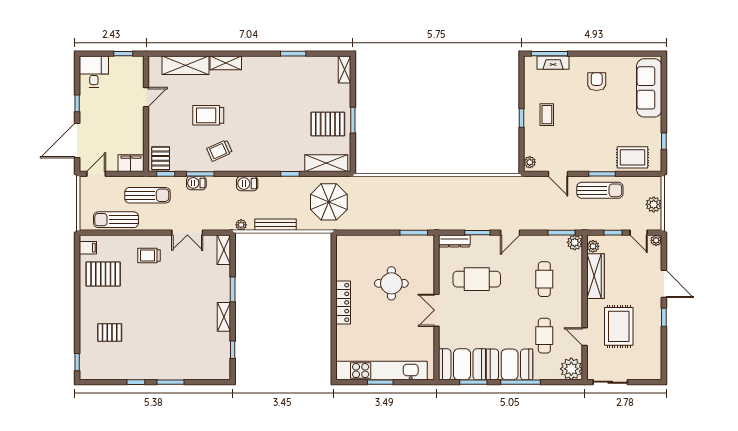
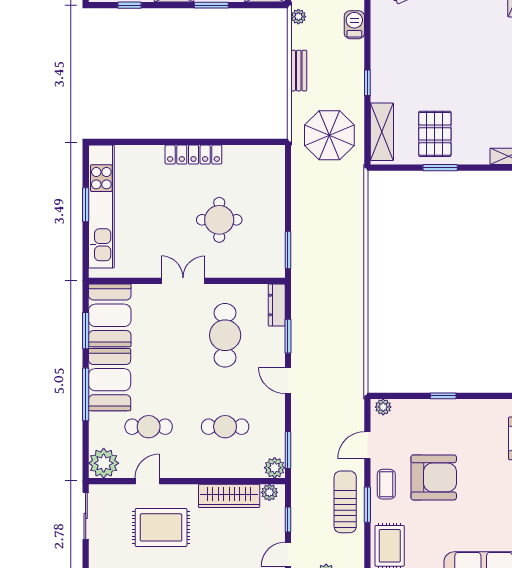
armchair: (597, 82) -> (434, 477), moved, width x1.88, depth x1.88
coffee table: (547, 115) -> (386, 484), moved, turned 90
sun lounger: (600, 190) -> (345, 502), turned 180
bench: (275, 225) -> (299, 71), width x0.73

